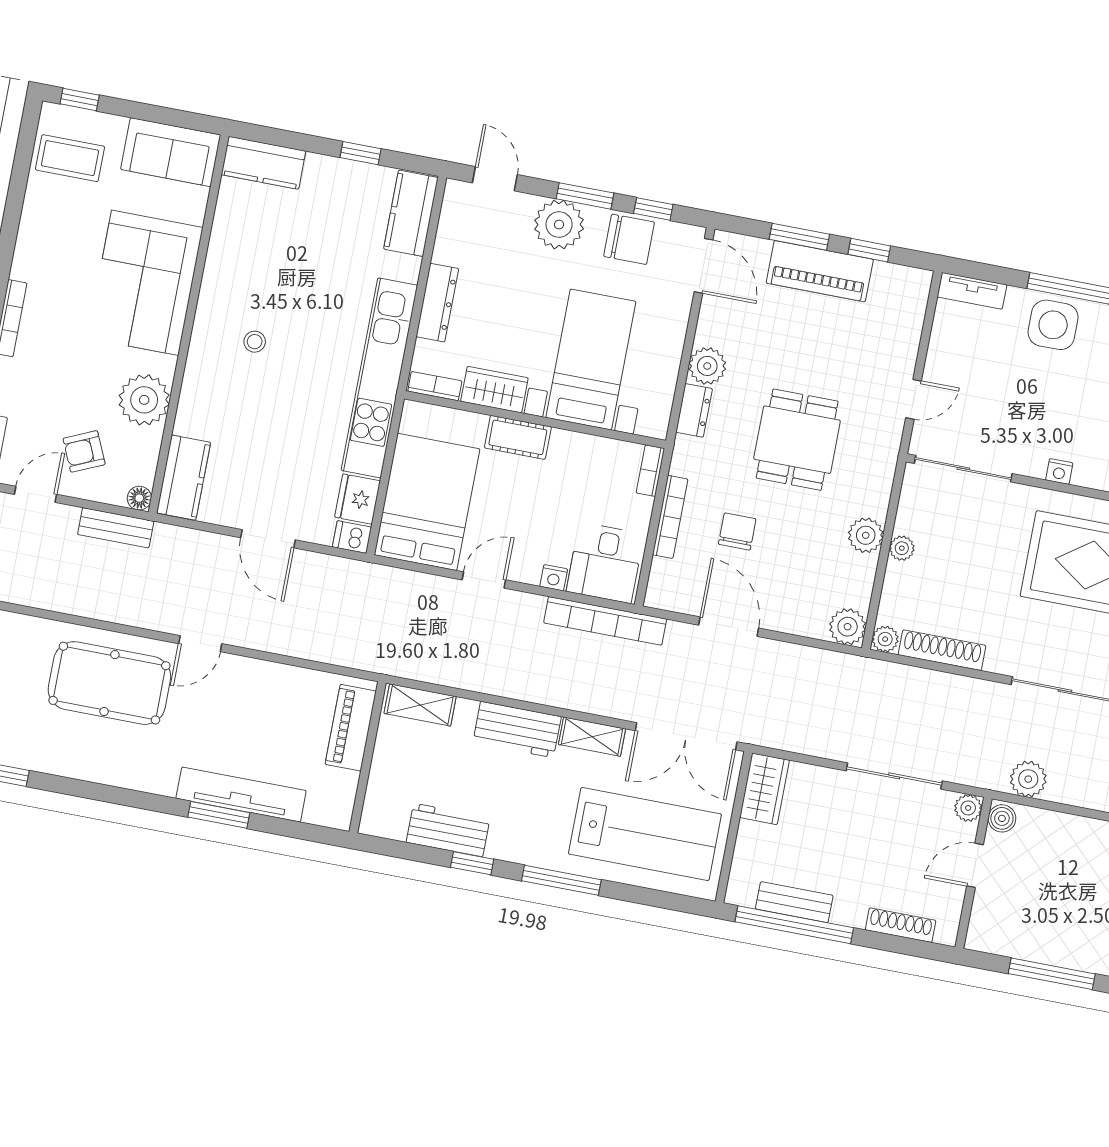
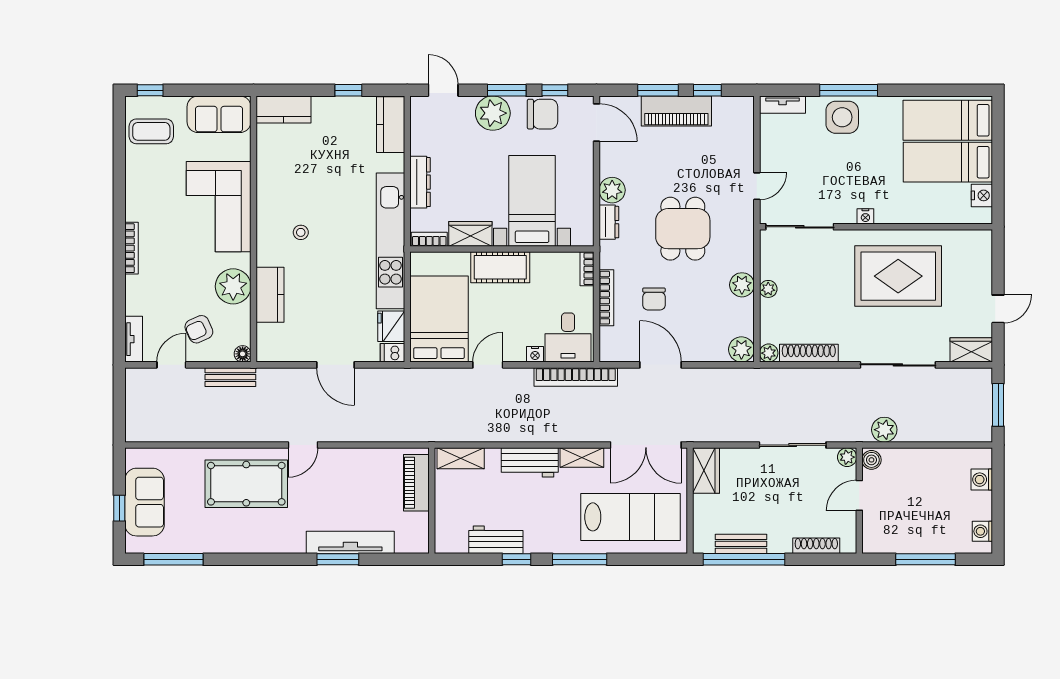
cot: (518, 437) -> (500, 267), width x1.37, depth x1.34
kitchen counter: (184, 478) -> (270, 295), moved
chair: (737, 532) -> (654, 299), turned 180

